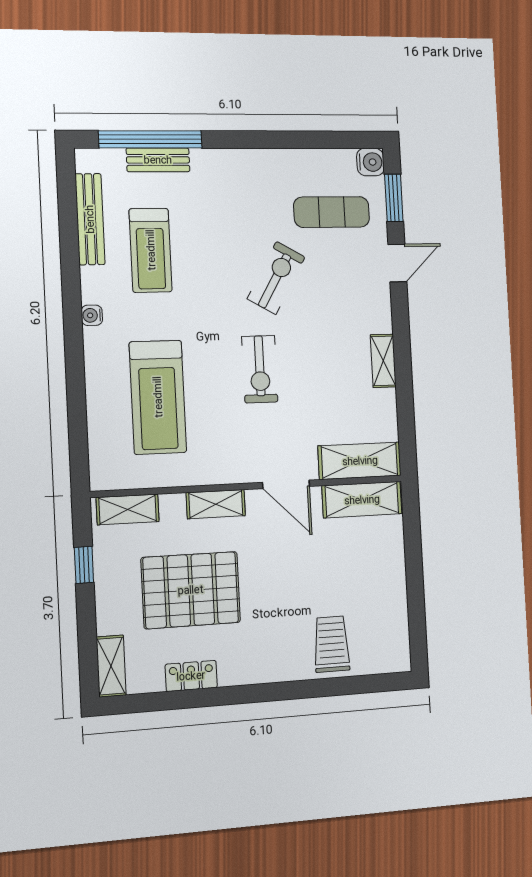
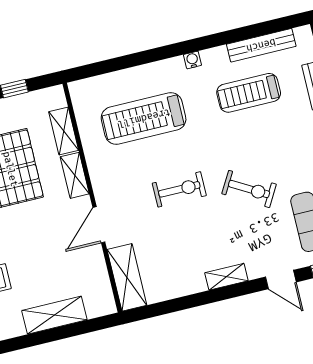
shelving: (383, 361) -> (226, 277), moved
exercise bike: (260, 369) -> (179, 189), turned 180
shelving: (362, 500) -> (54, 315), moved, turned 90
shelving: (128, 509) -> (64, 131), moved

